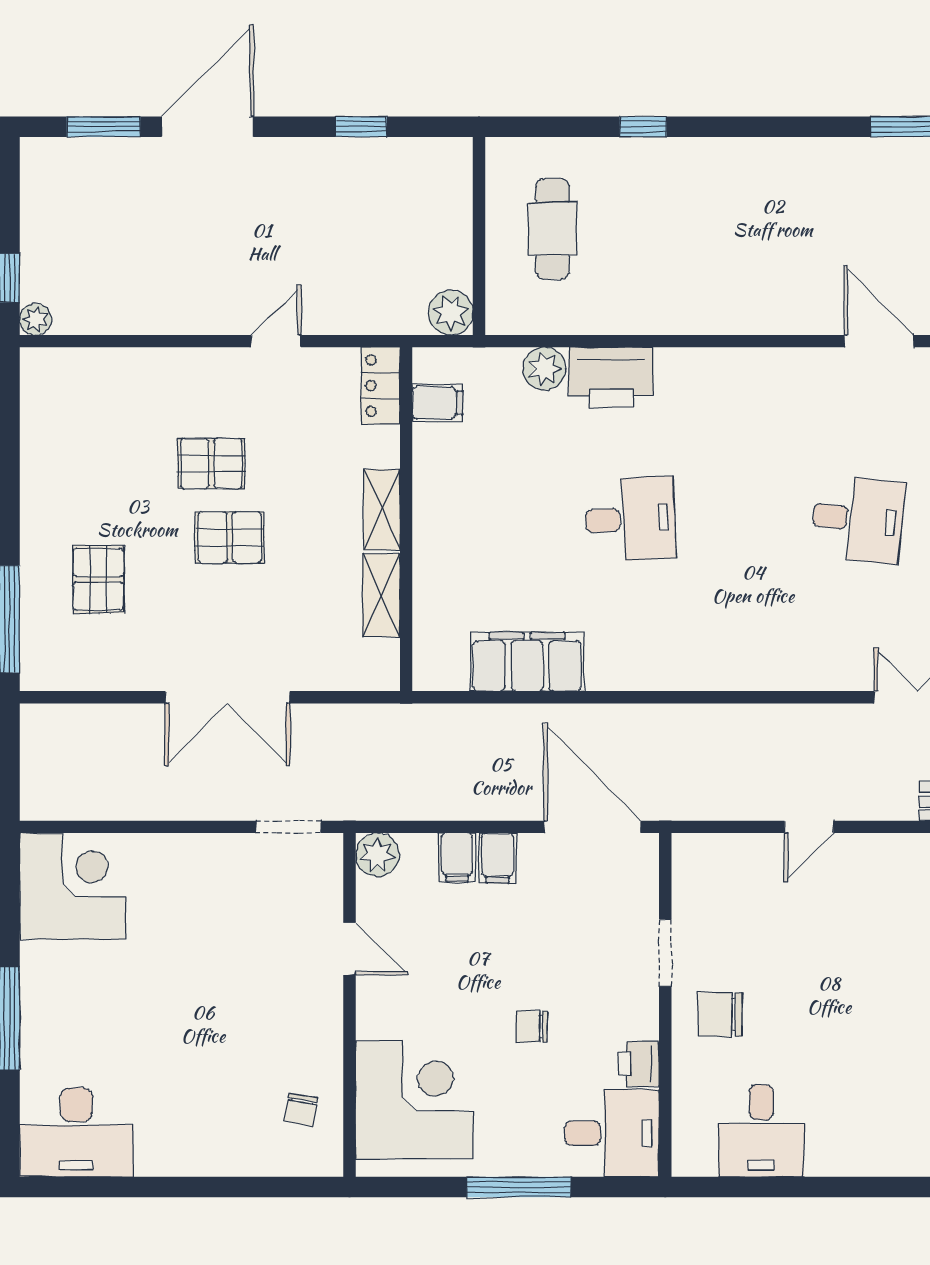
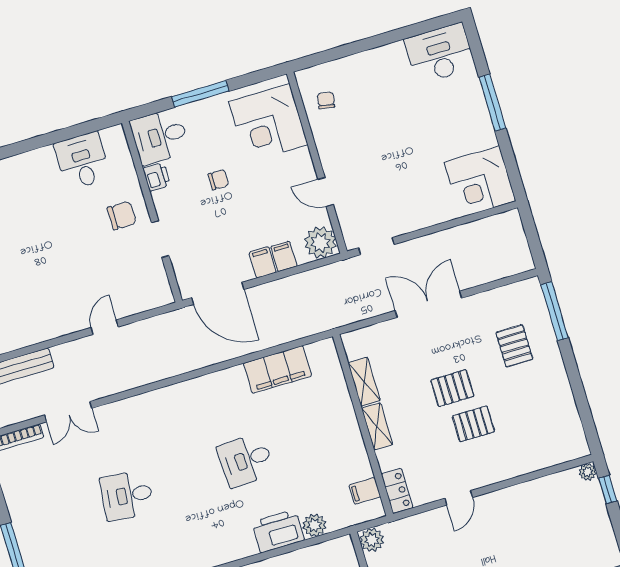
plant: (377, 855) -> (320, 242), width x1.36, depth x1.36

